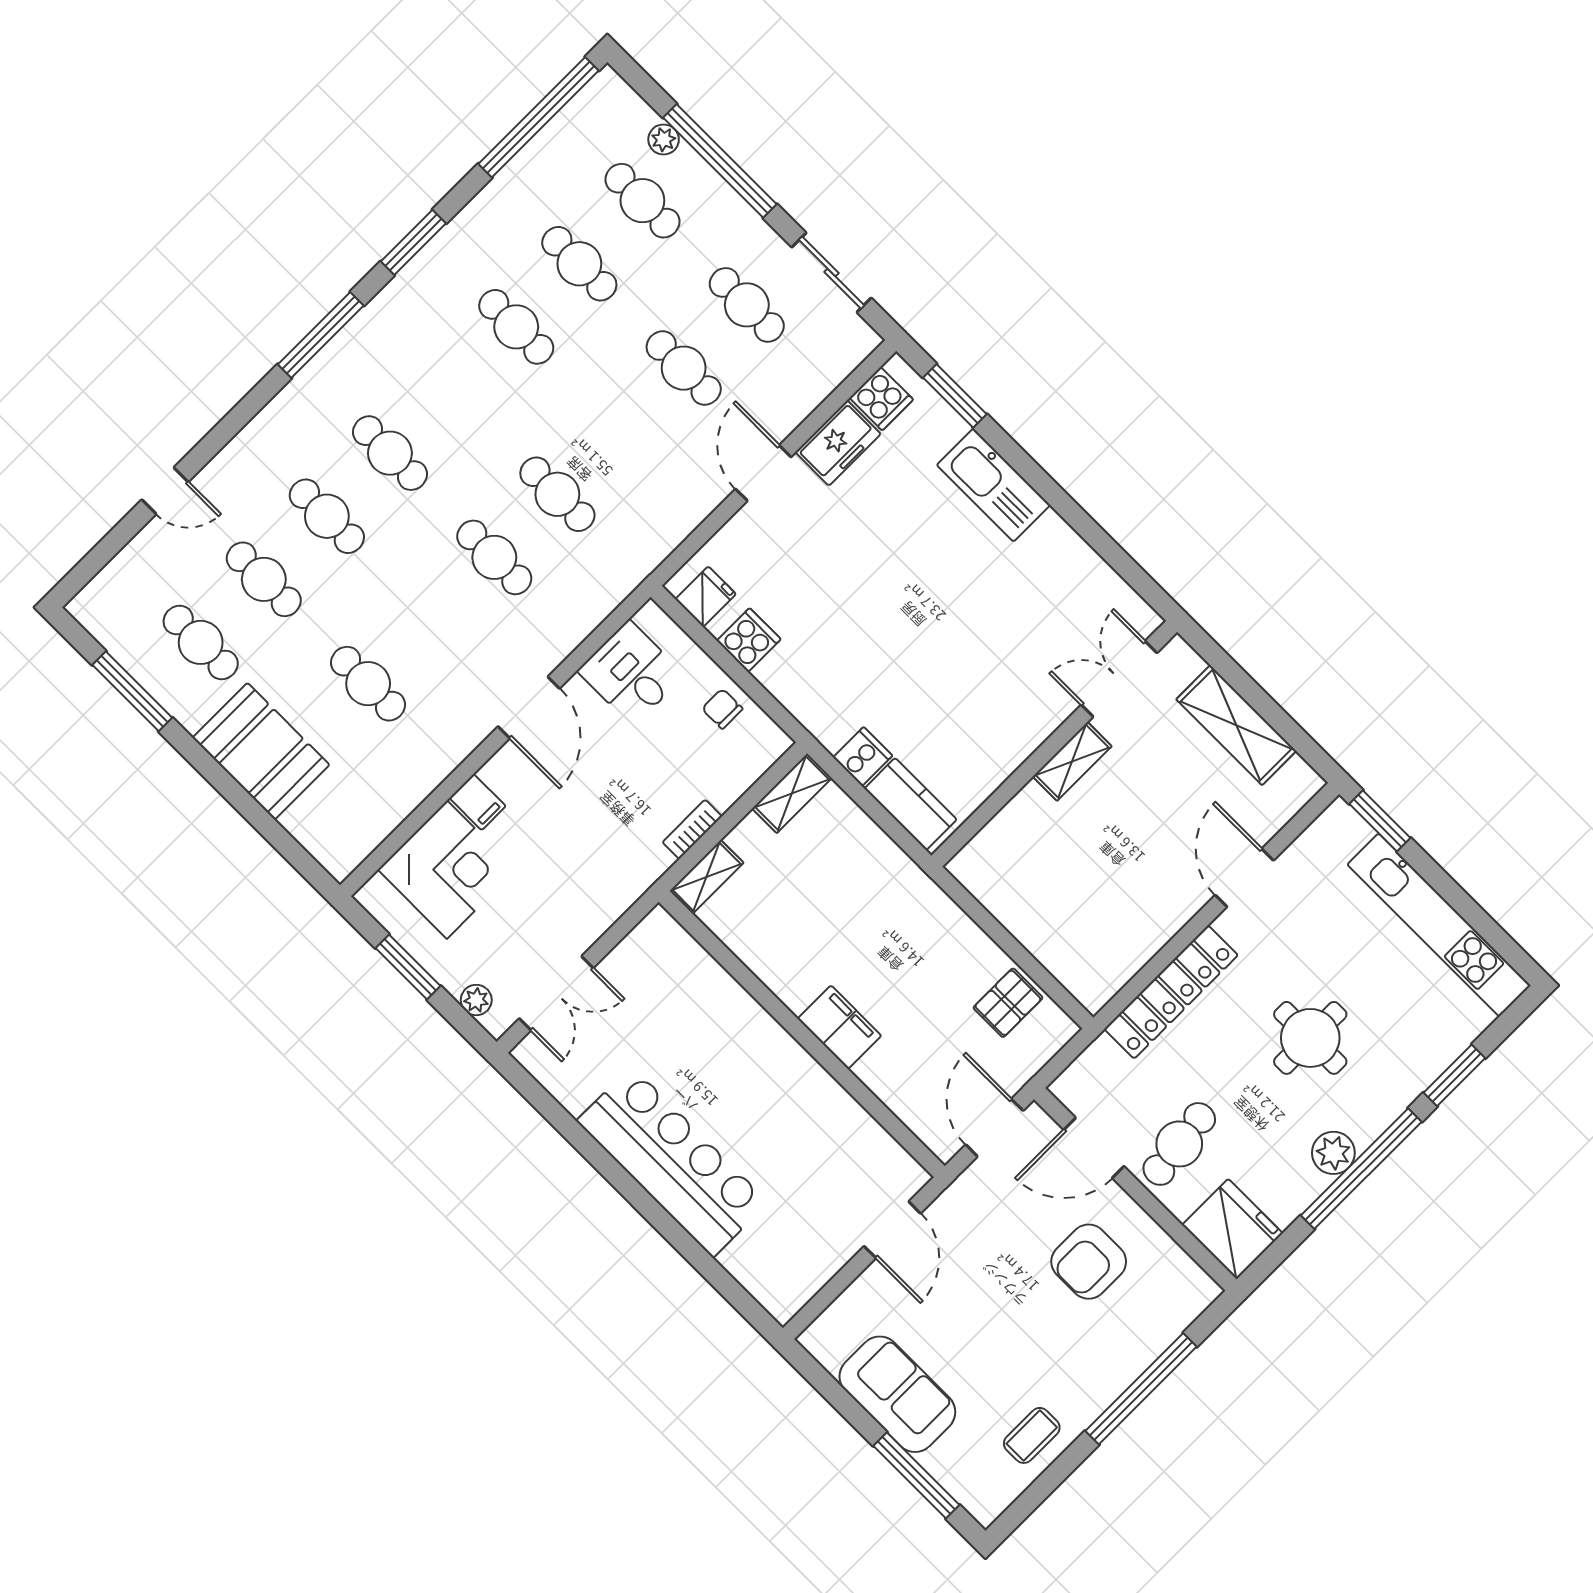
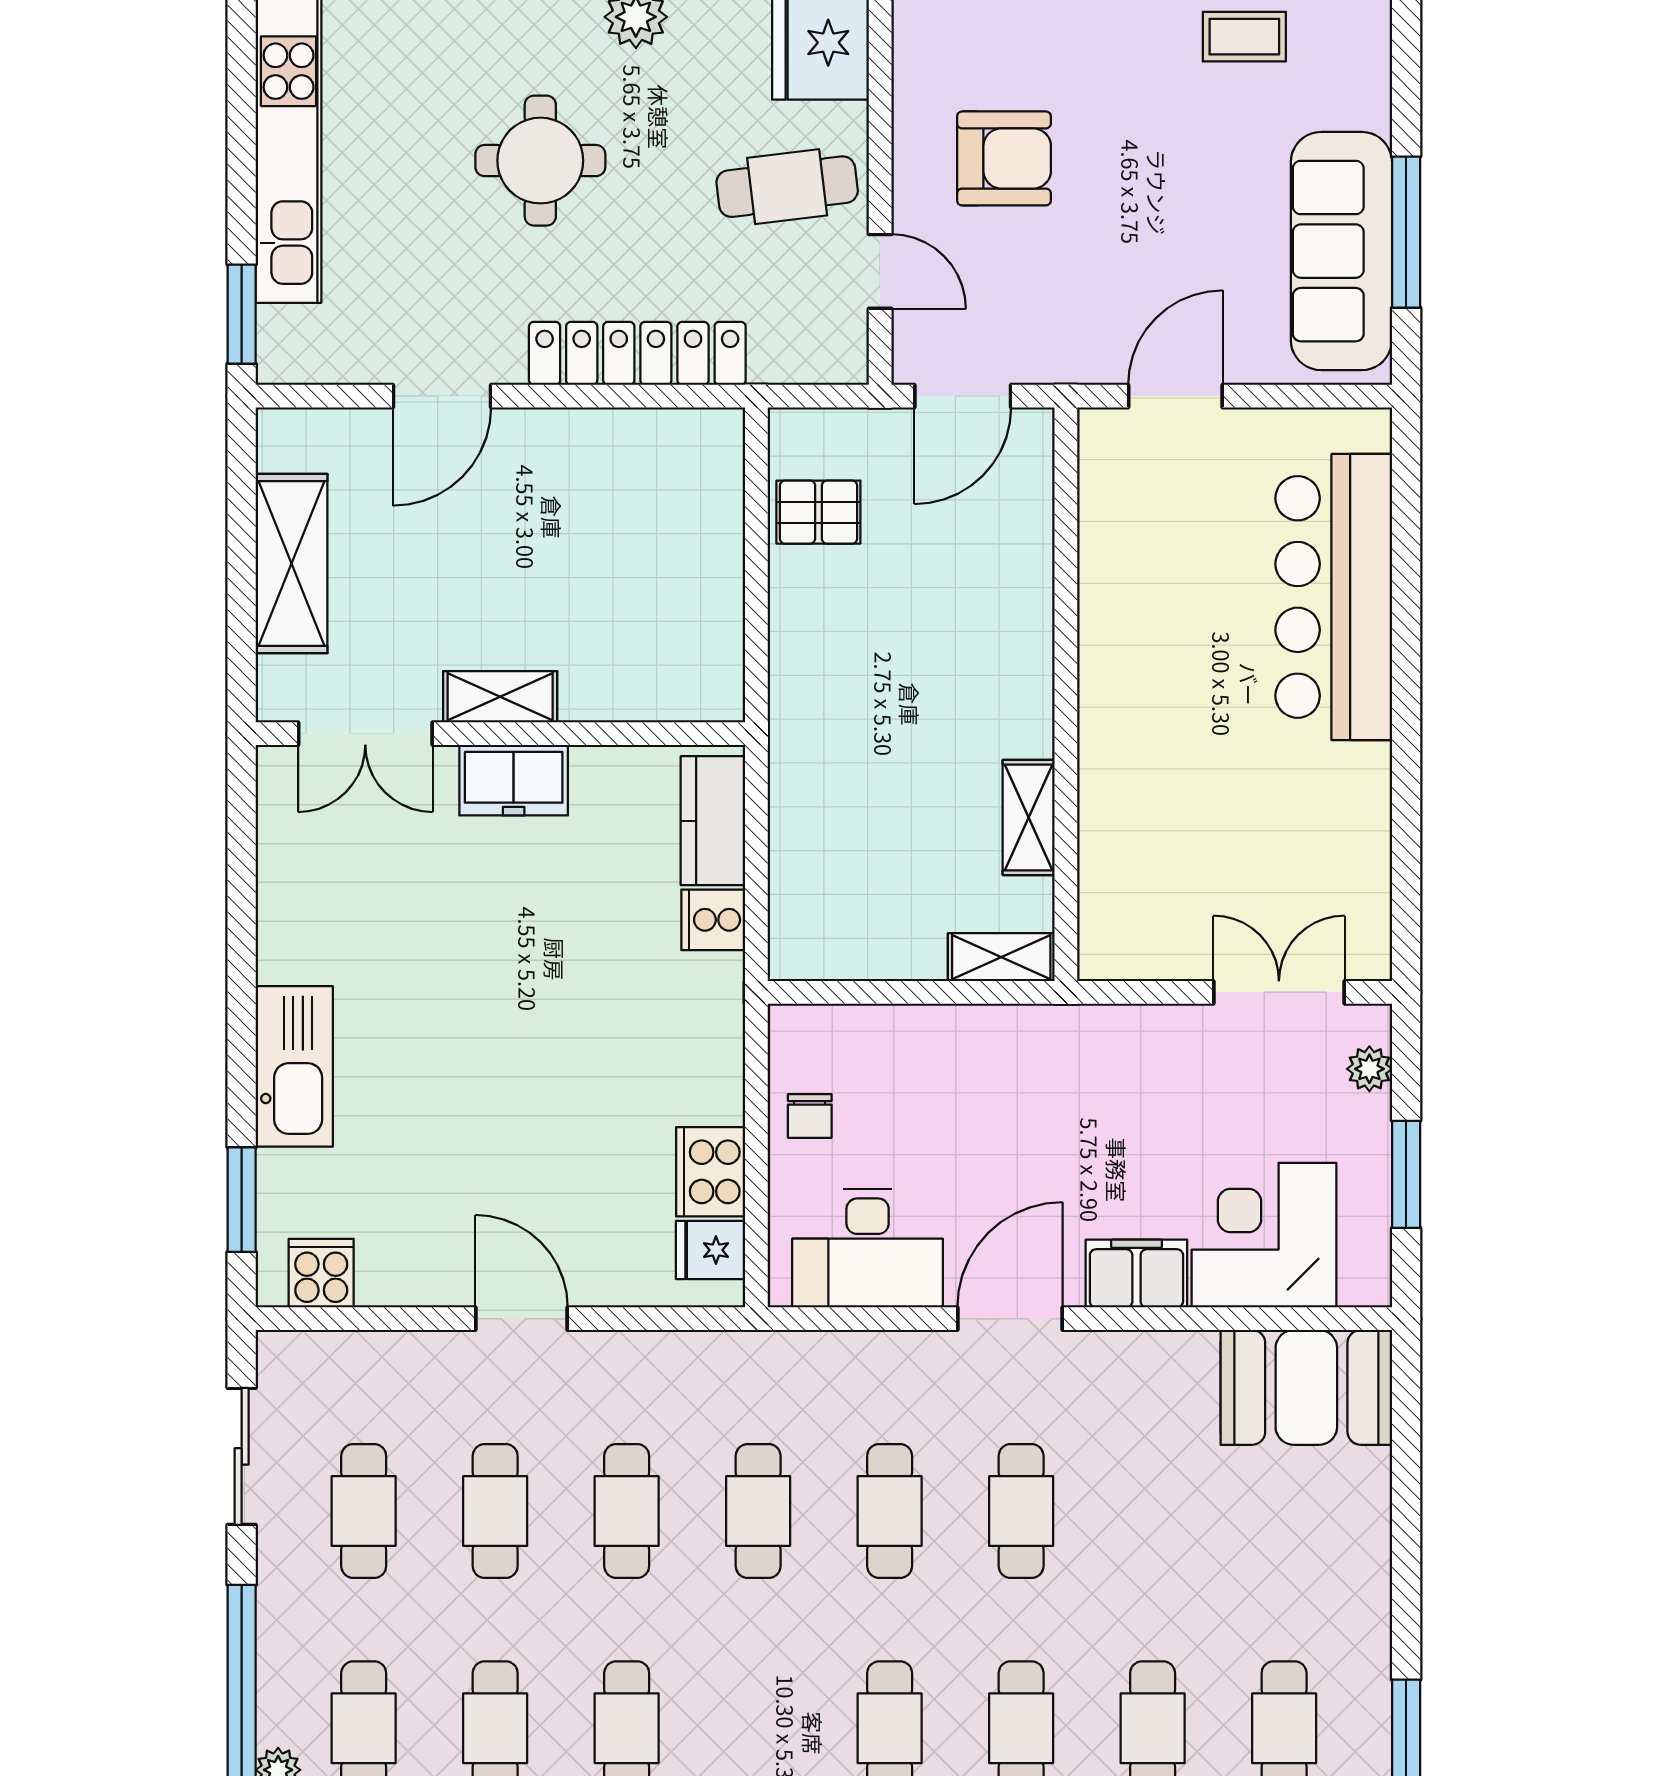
cafe table: (621, 431) -> (627, 1511), added
freezer: (838, 443) -> (514, 780), moved, turned 180
door: (763, 473) -> (521, 1319), swing flipped
cooker: (749, 640) -> (711, 1172), width x1.36
desk: (631, 673) -> (868, 1248), width x1.37
cafe table: (368, 684) -> (1021, 1511), moved
booth: (261, 751) -> (1306, 1387), moved, turned 90
shelving: (792, 793) -> (1029, 817), moved, turned 90
filing cabinet: (478, 802) -> (1136, 1274), width x2.00
bookcase: (692, 829) -> (967, 1022), removed
filing cabinet: (839, 1027) -> (1019, 662), removed
door: (1094, 1148) -> (880, 271), width x0.73
bar counter: (672, 1162) -> (1334, 597), moved
sofa: (897, 1394) -> (1341, 251), width x1.36
window: (916, 1475) -> (1406, 232), moved

